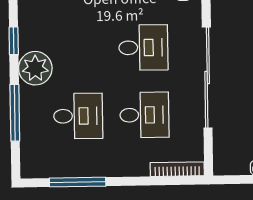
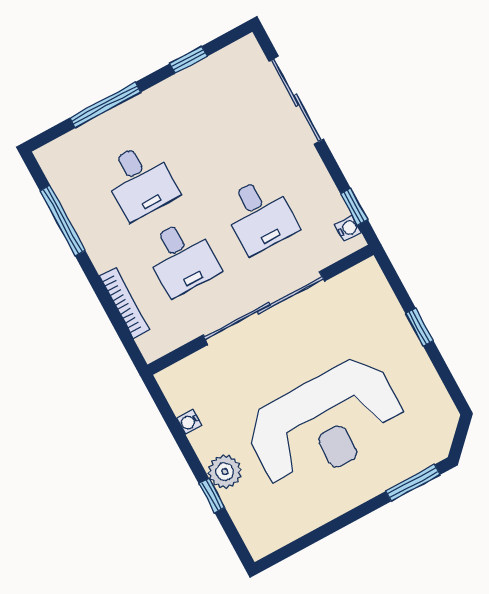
plant: (35, 68) -> (170, 102), removed
bookcase: (177, 169) -> (124, 303), moved

